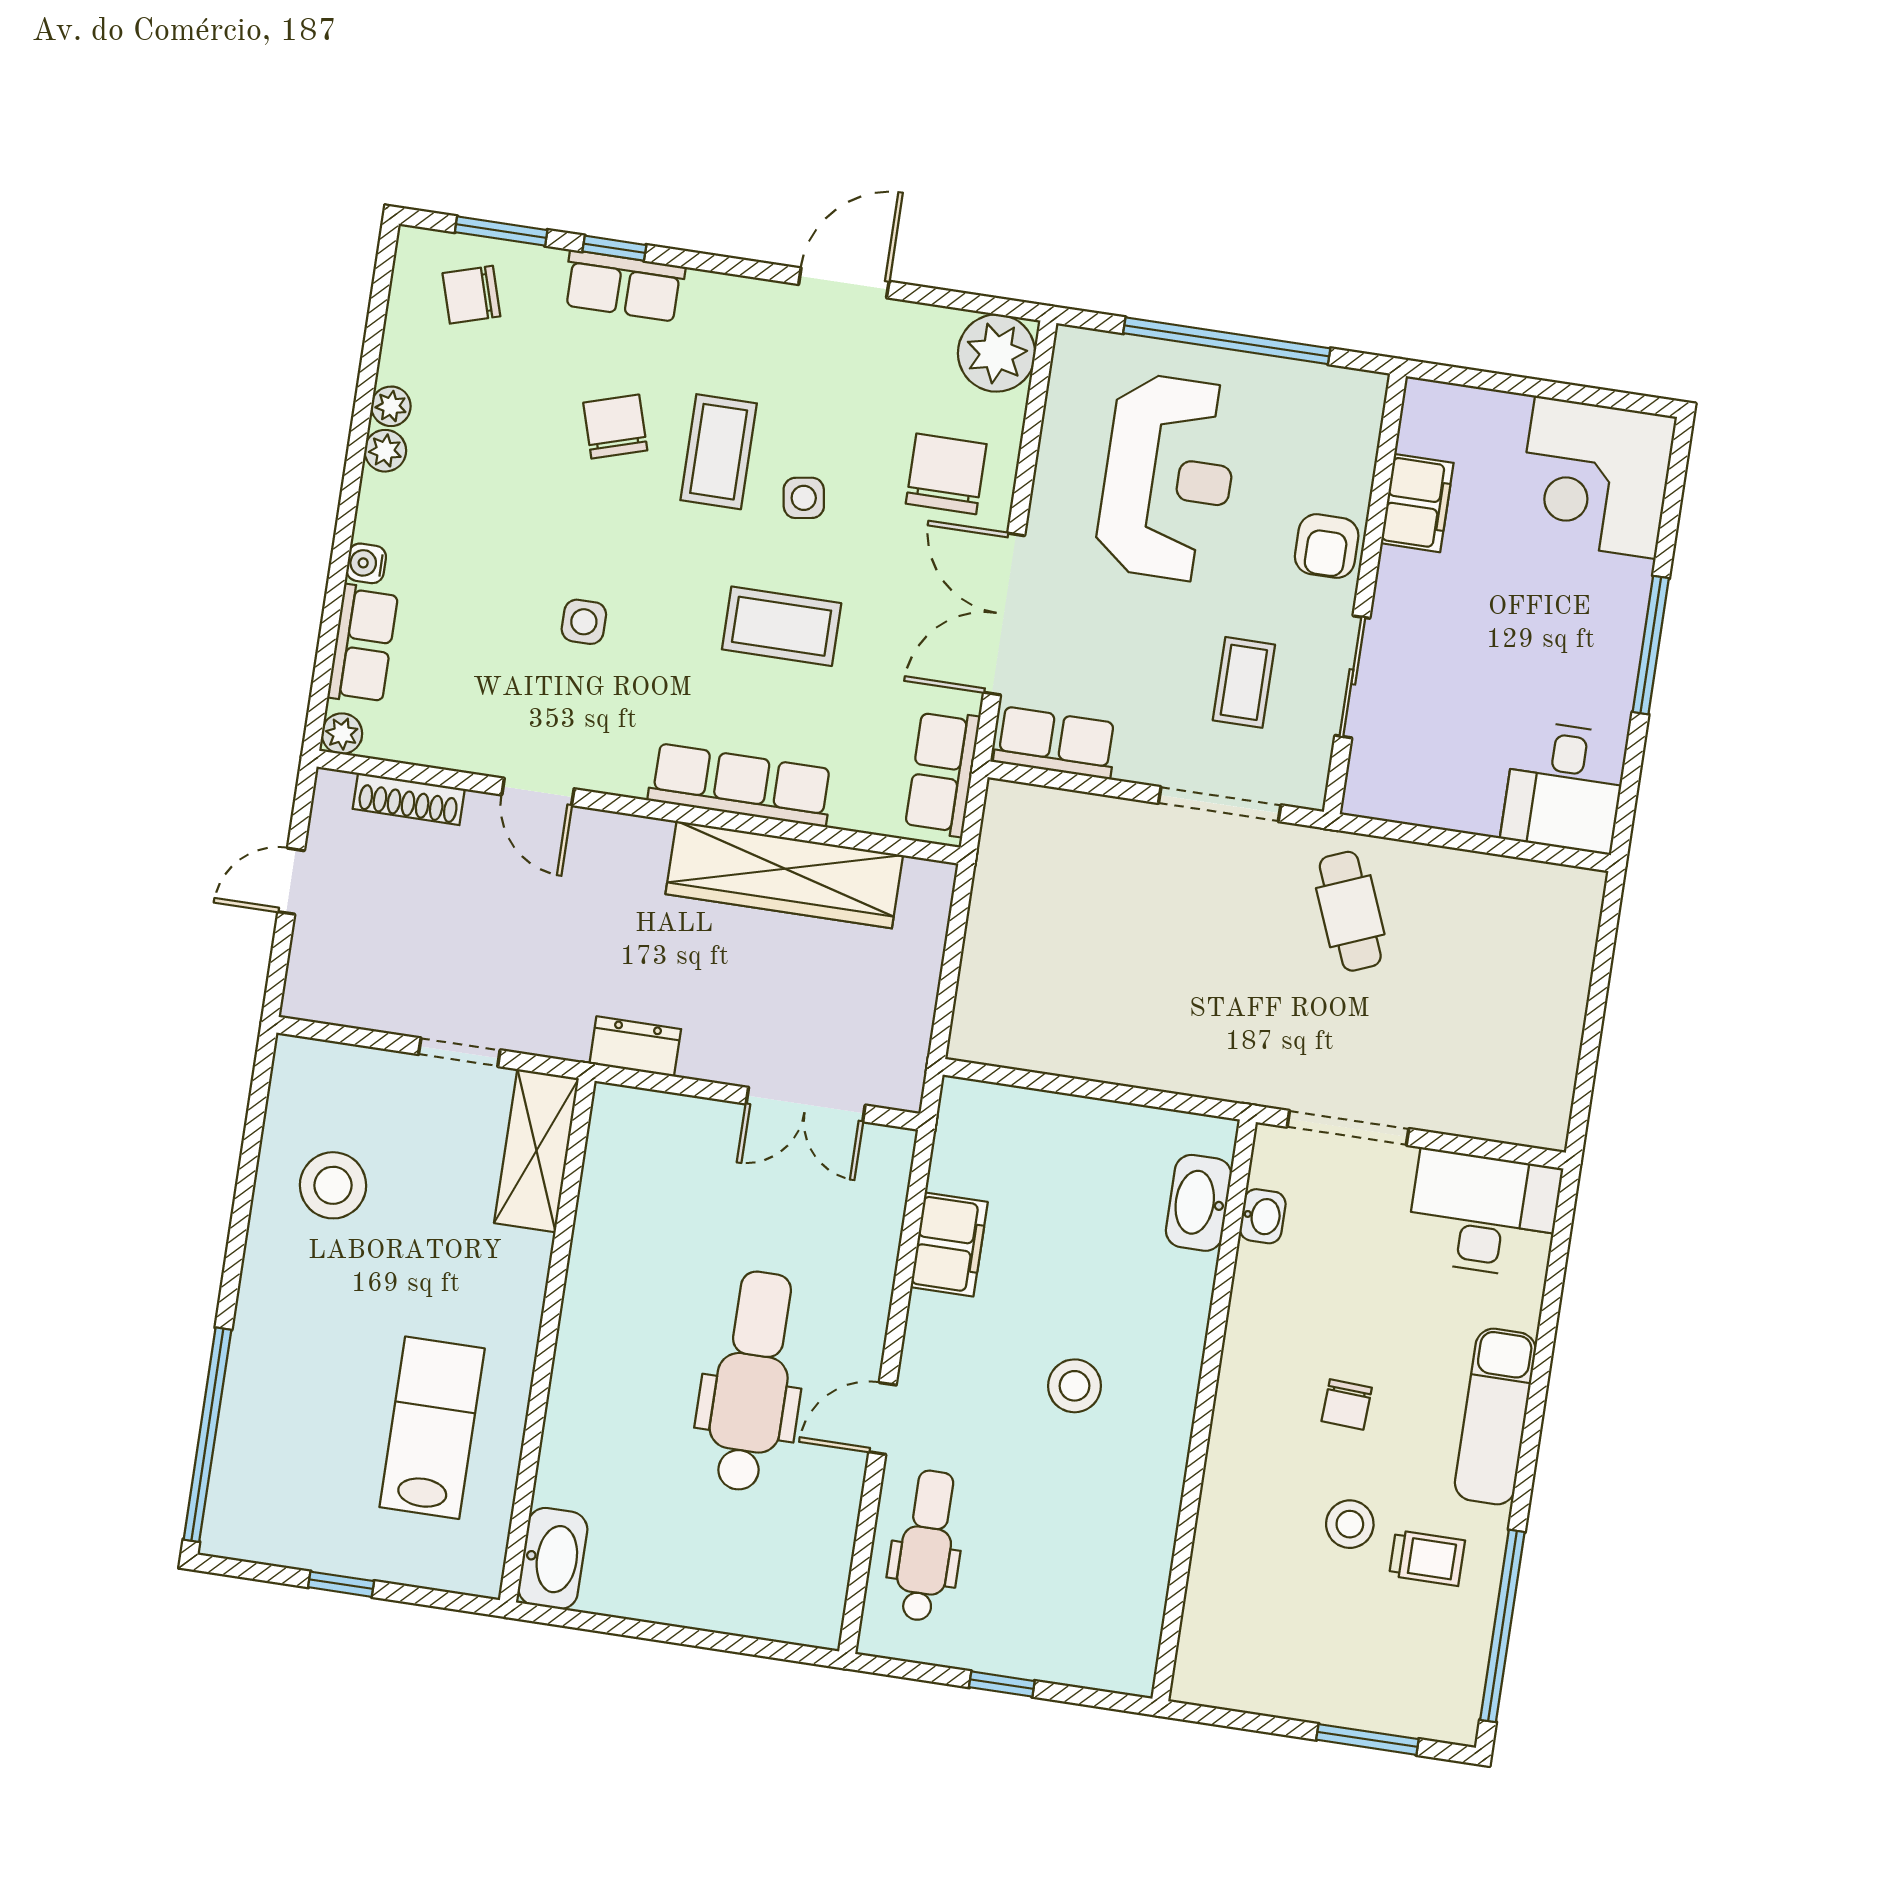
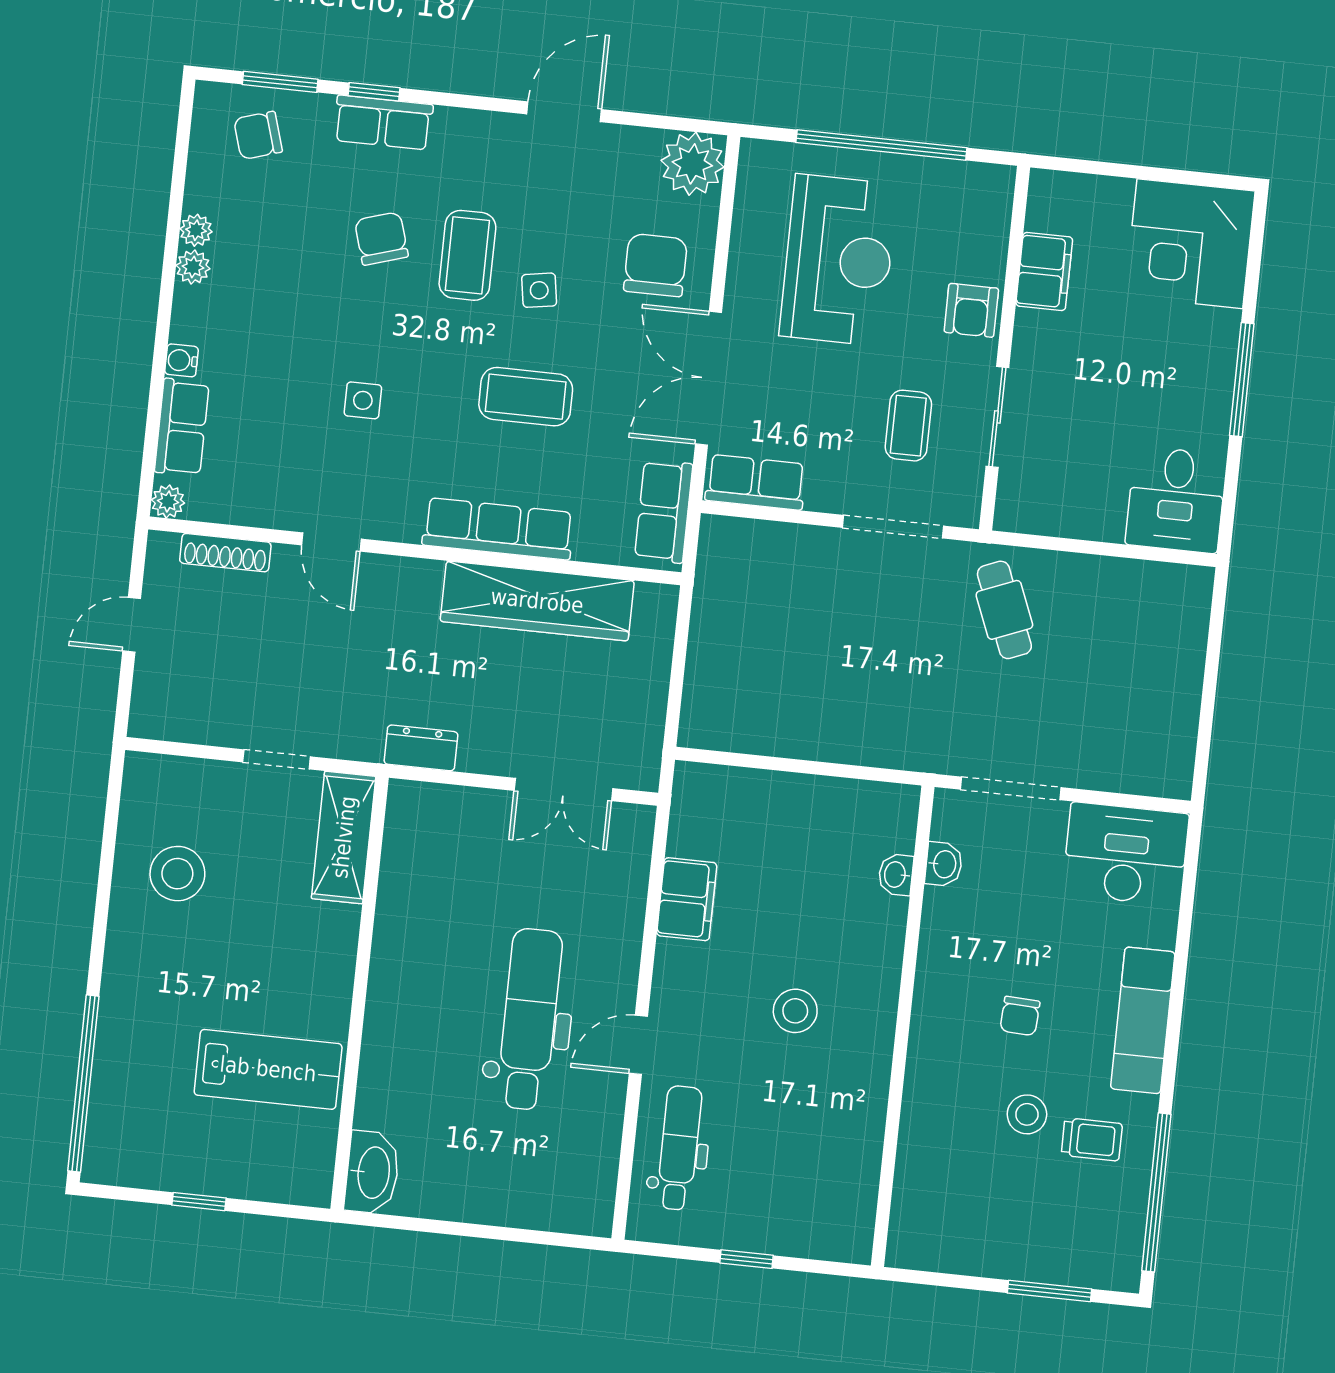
washbasin: (1199, 1203) -> (896, 875), width x0.52, depth x0.69
lab bench: (432, 1428) -> (268, 1069), turned 90

